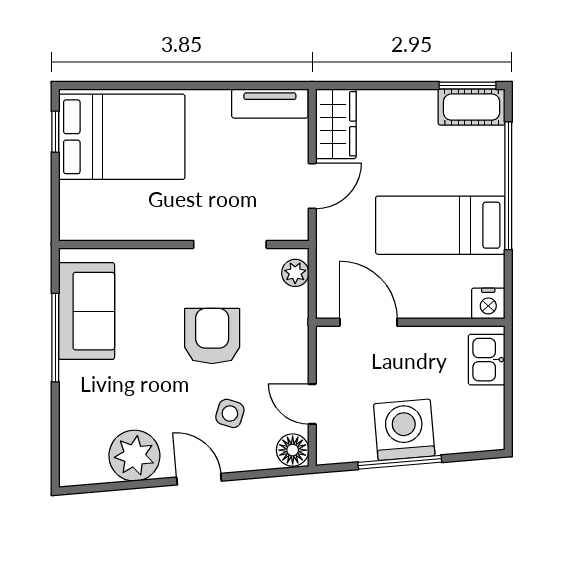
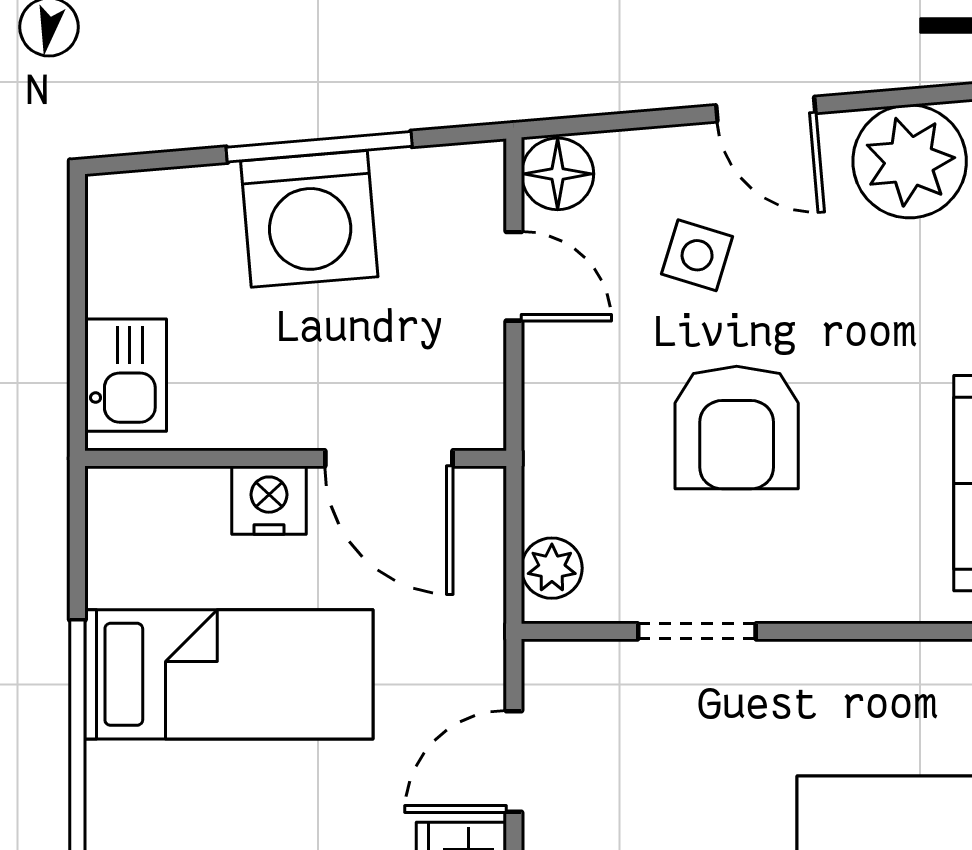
doorway: (230, 244) -> (697, 631), width x0.73
nightstand: (488, 303) -> (269, 500), moved

